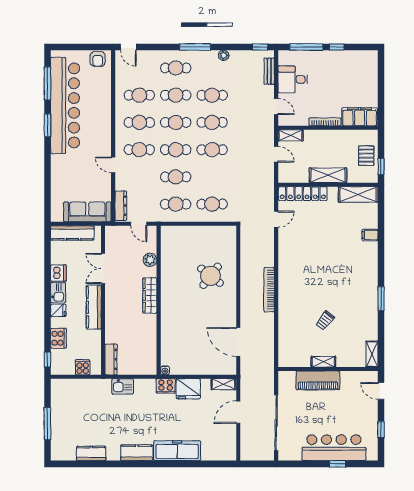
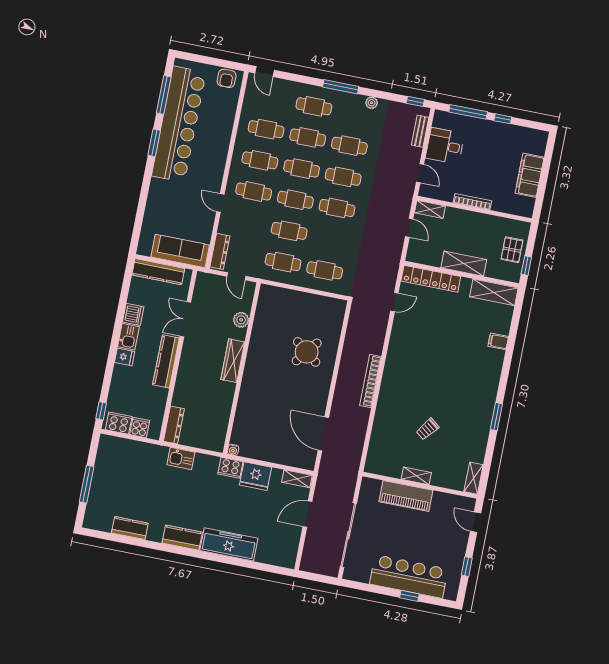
filing cabinet: (360, 117) -> (530, 175), moved, turned -90
cooker: (58, 338) -> (119, 423), moved, turned -90

